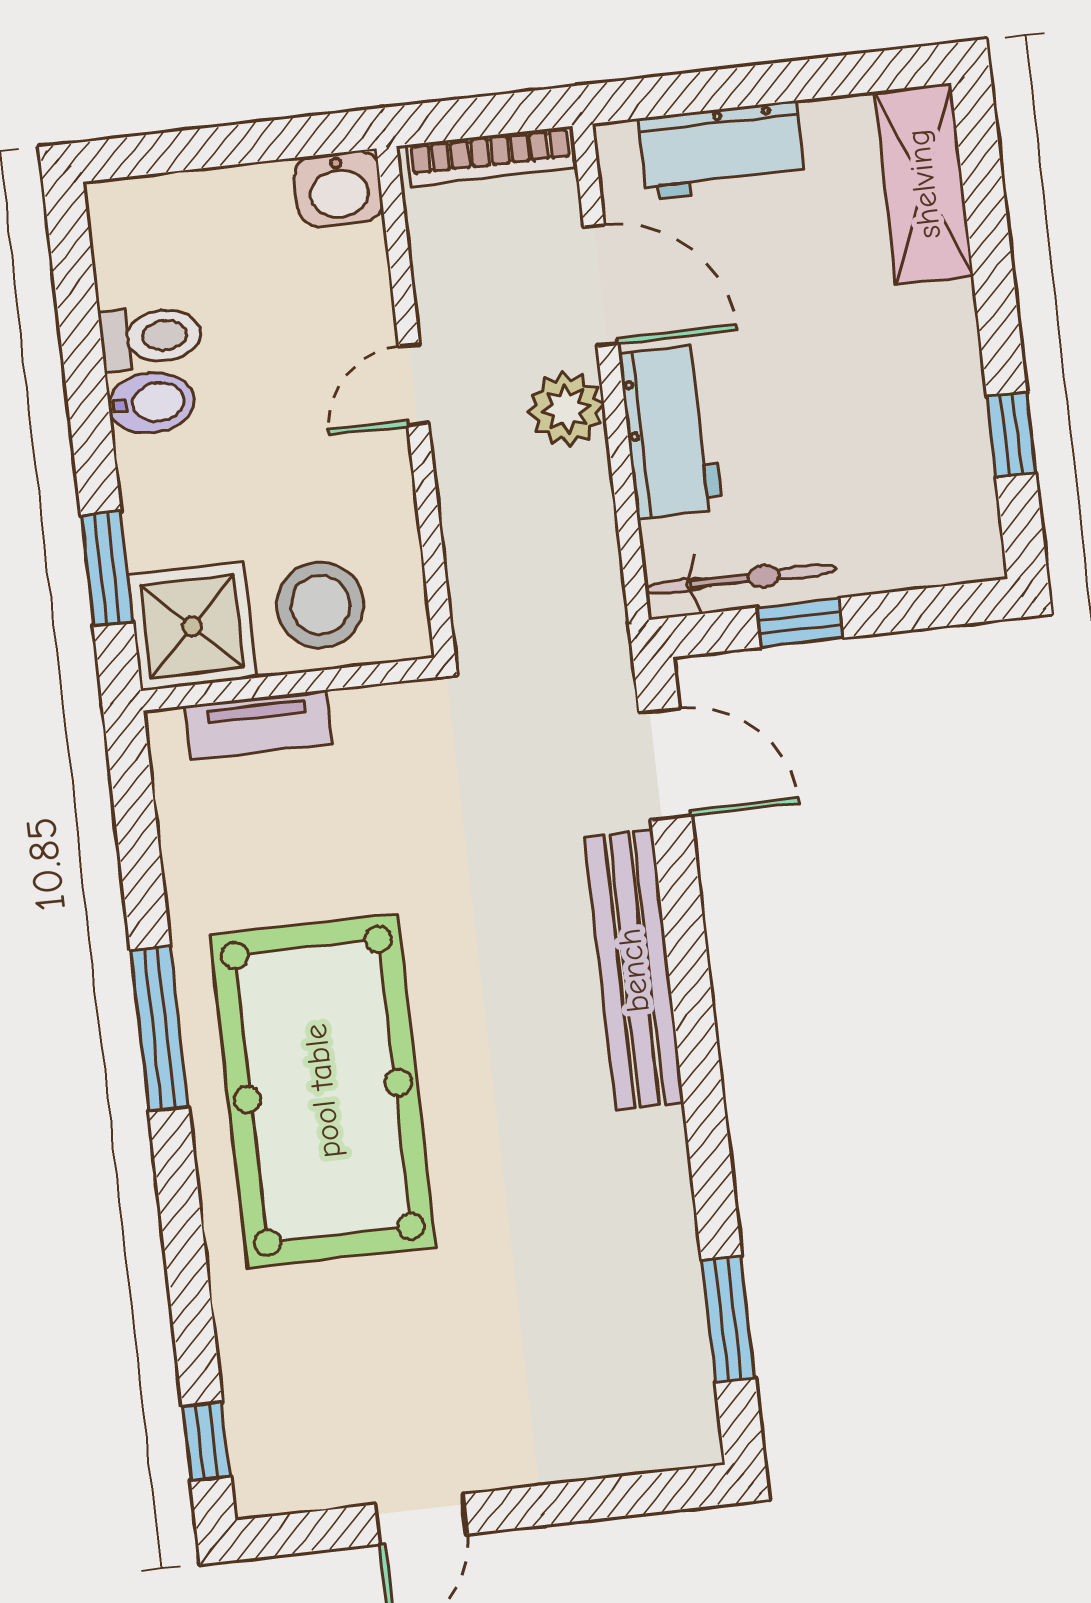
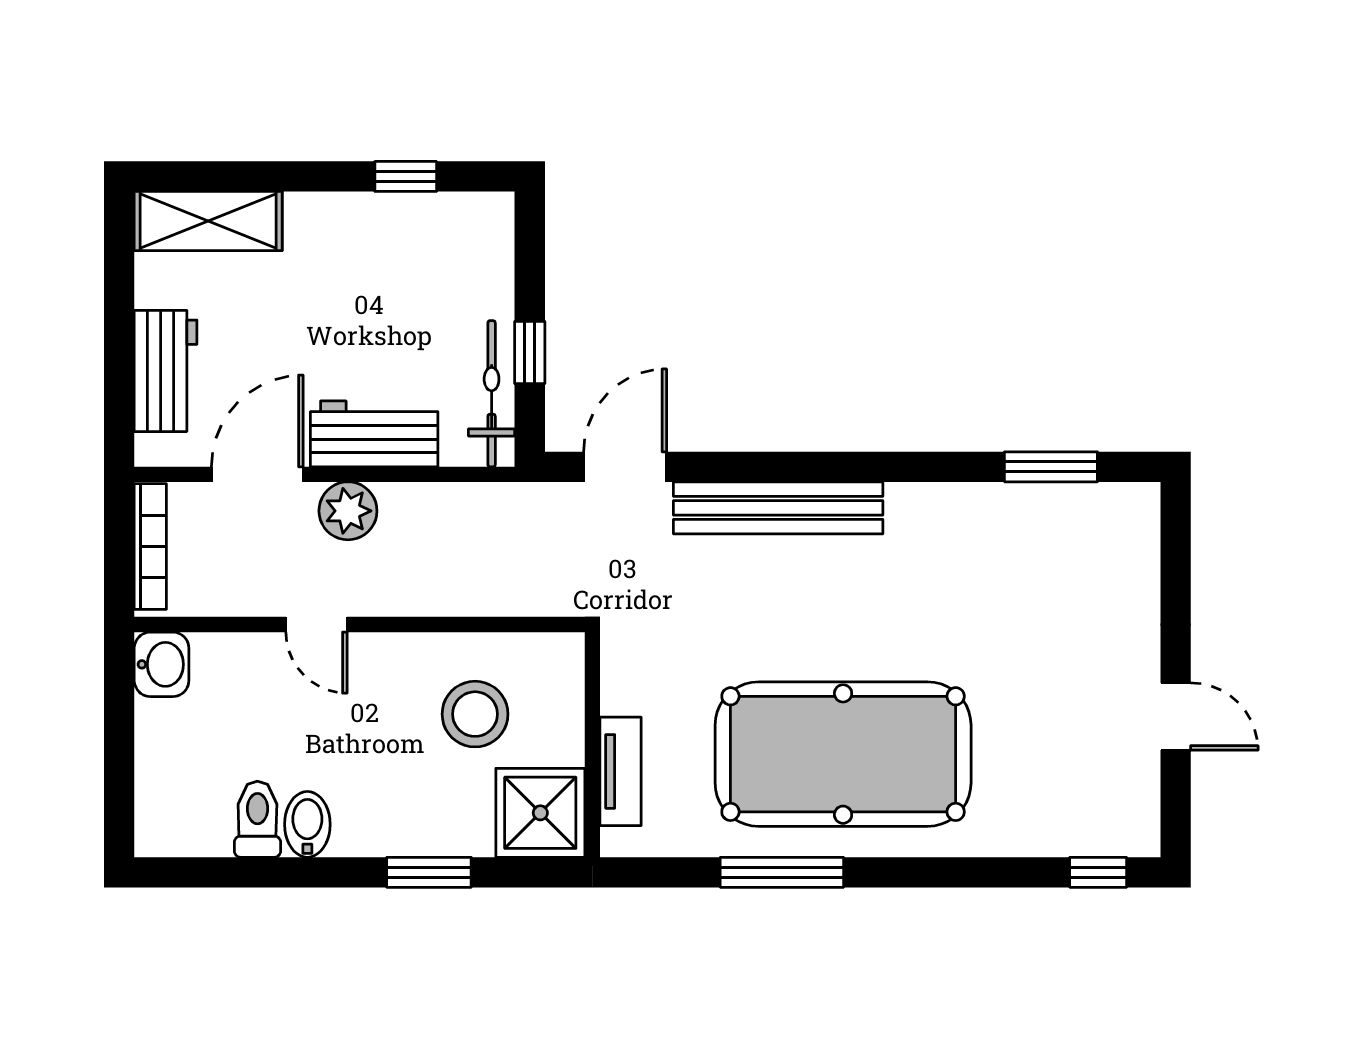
shower: (192, 626) -> (540, 813), moved
wall: (289, 684) -> (592, 745), moved
tv unit: (258, 725) -> (621, 771), moved

